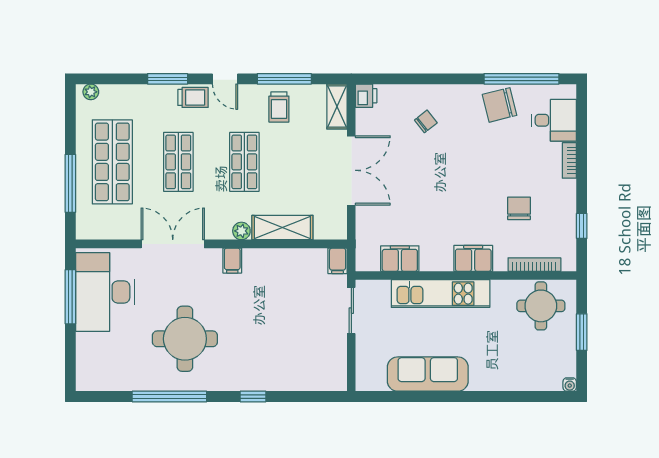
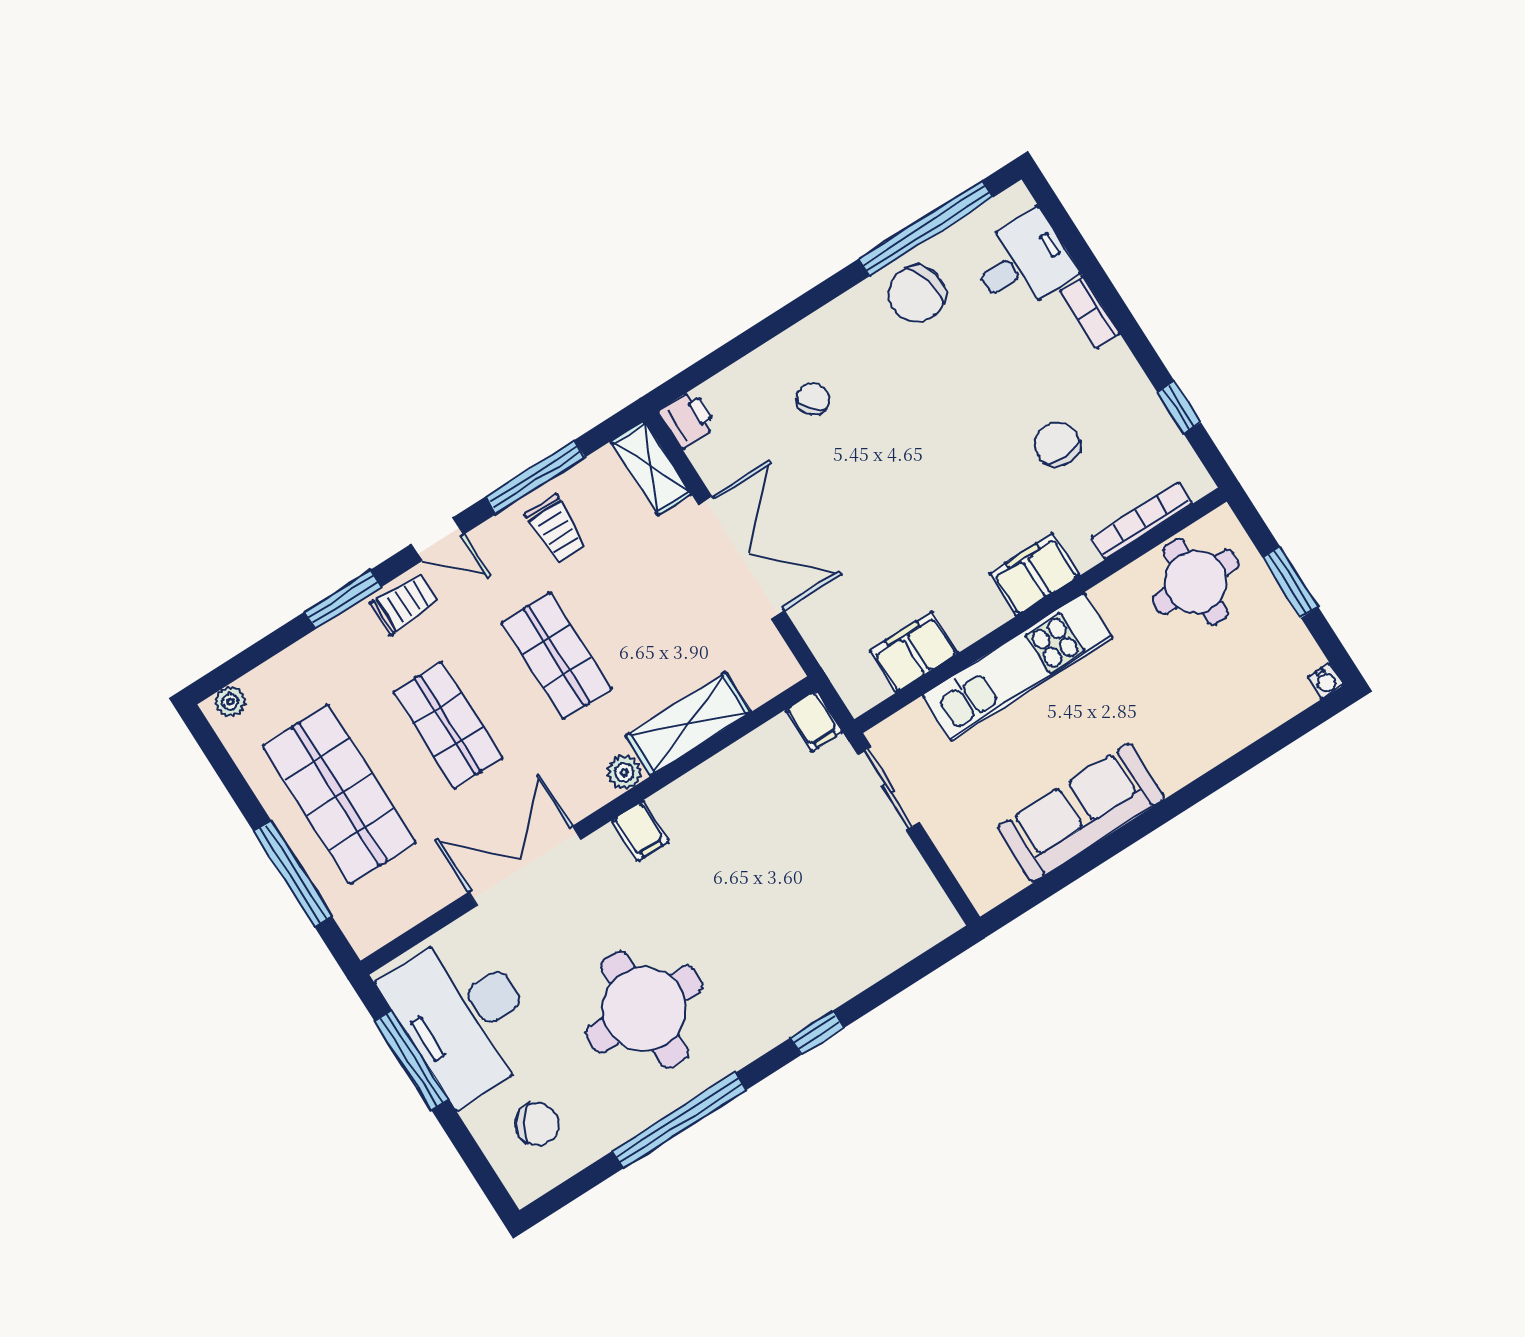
chair: (107, 359) -> (537, 1124), added

